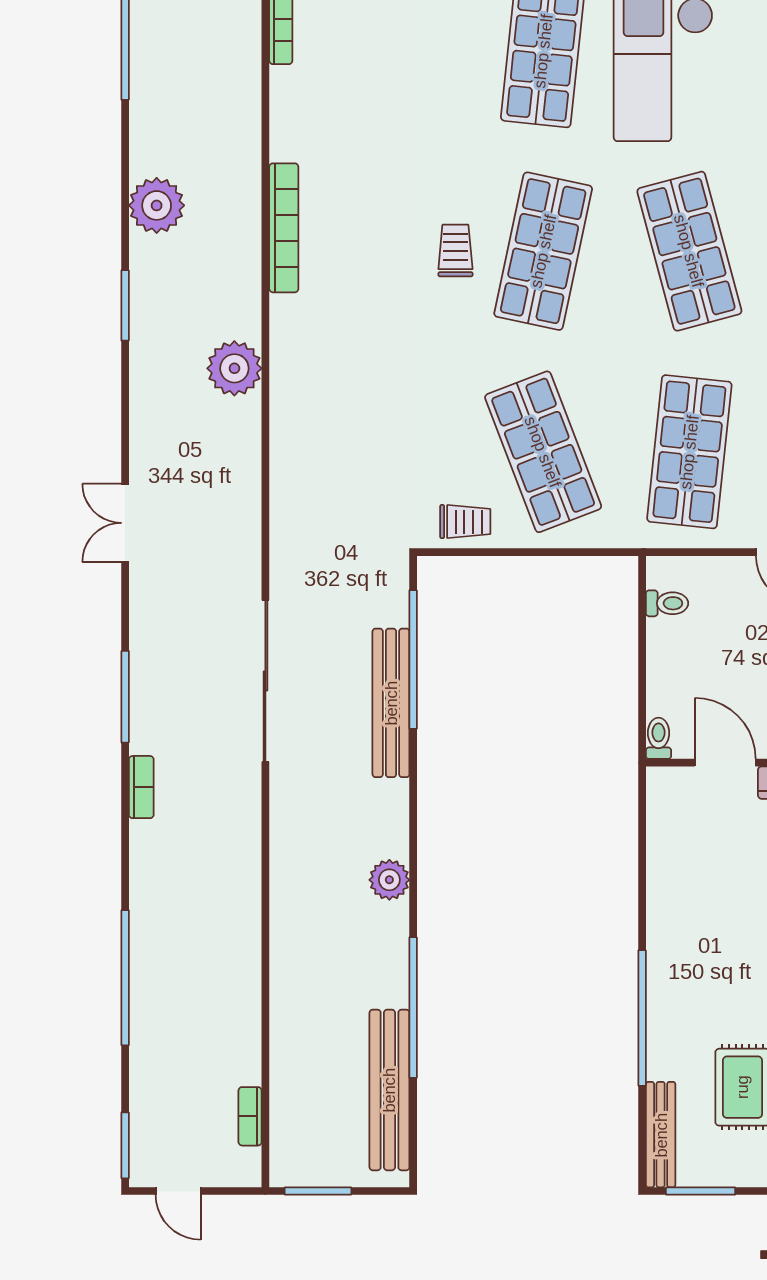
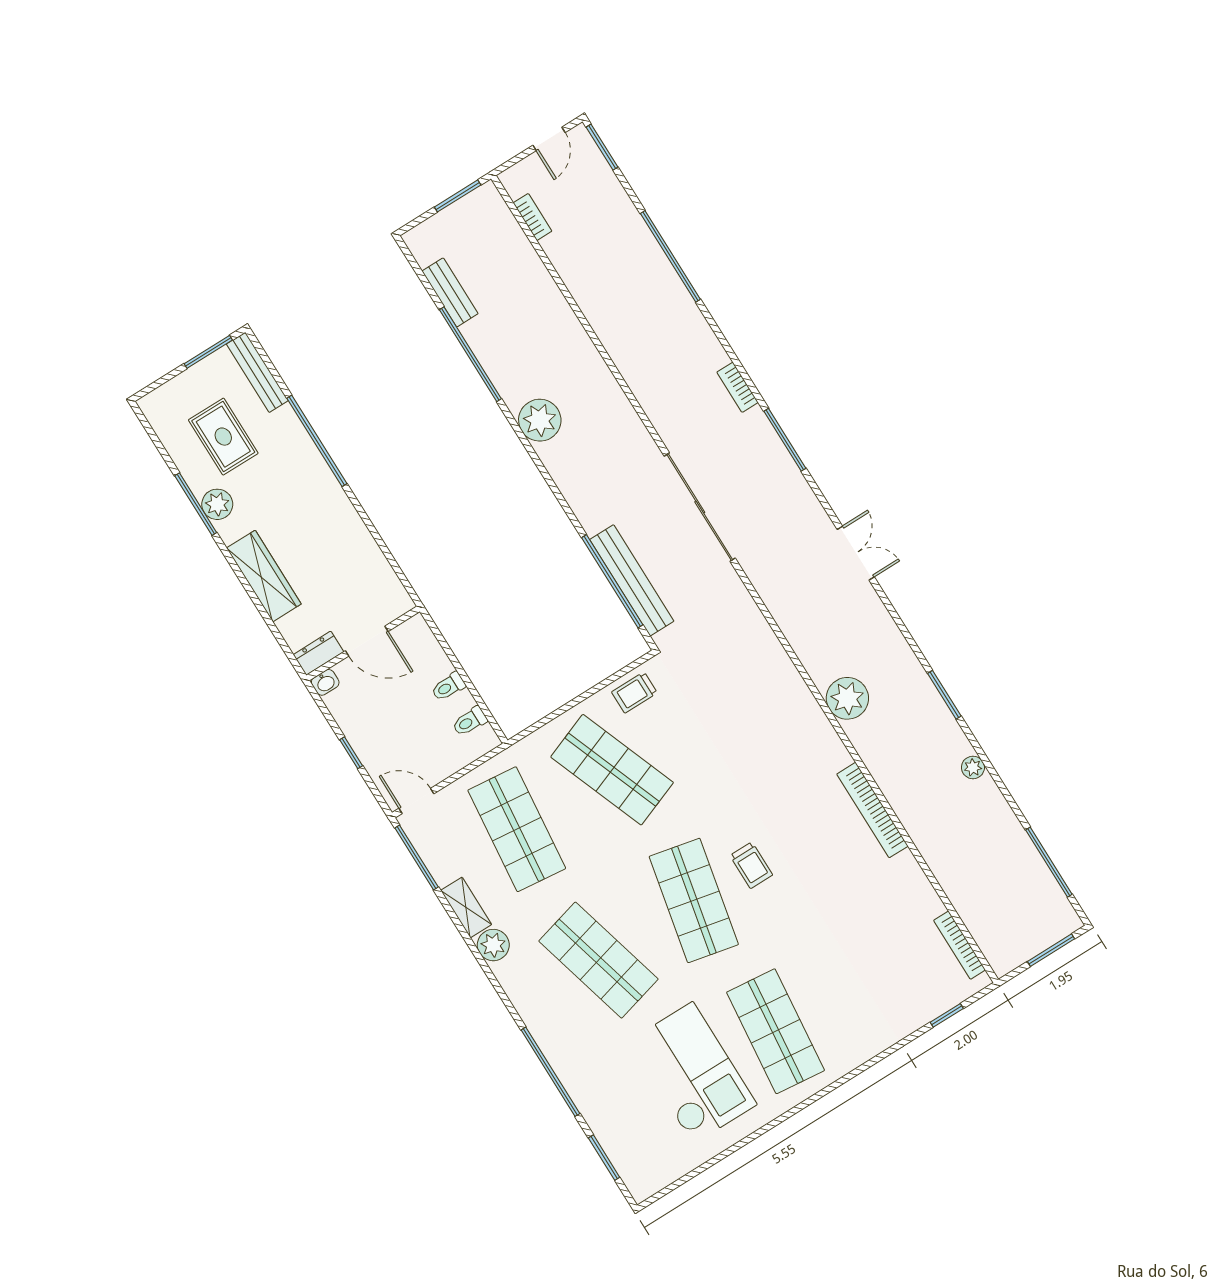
plant: (157, 205) -> (973, 767), width x0.53, depth x0.53
bench: (391, 703) -> (632, 580), moved
toilet: (659, 738) -> (448, 687), moved, turned 90
plant: (389, 880) -> (540, 420), width x1.36, depth x1.36
bench: (389, 1090) -> (450, 292), width x0.54, depth x0.82
door: (178, 1191) -> (549, 139), swing flipped

